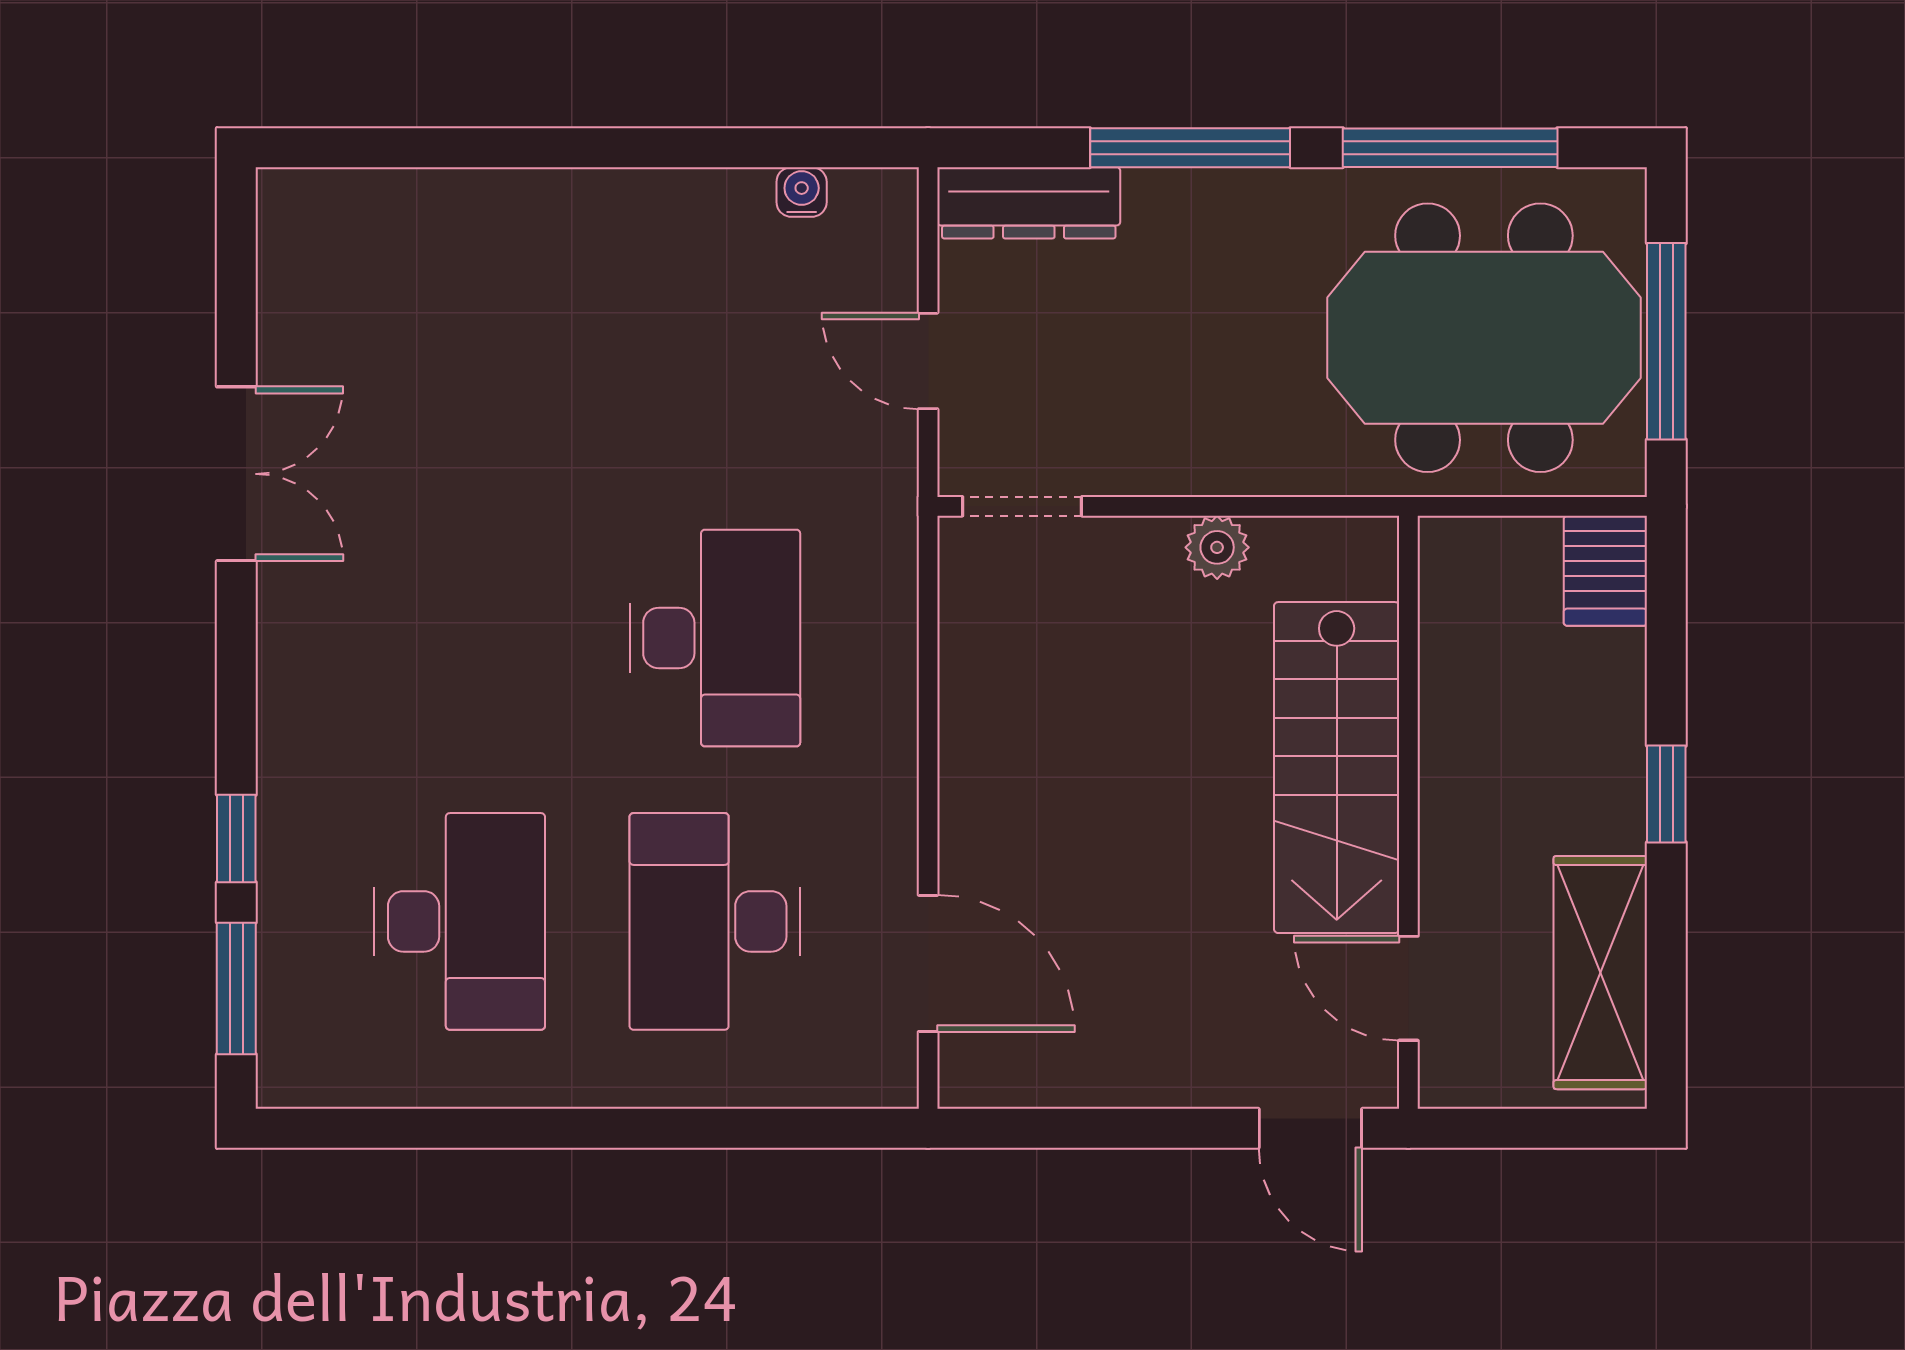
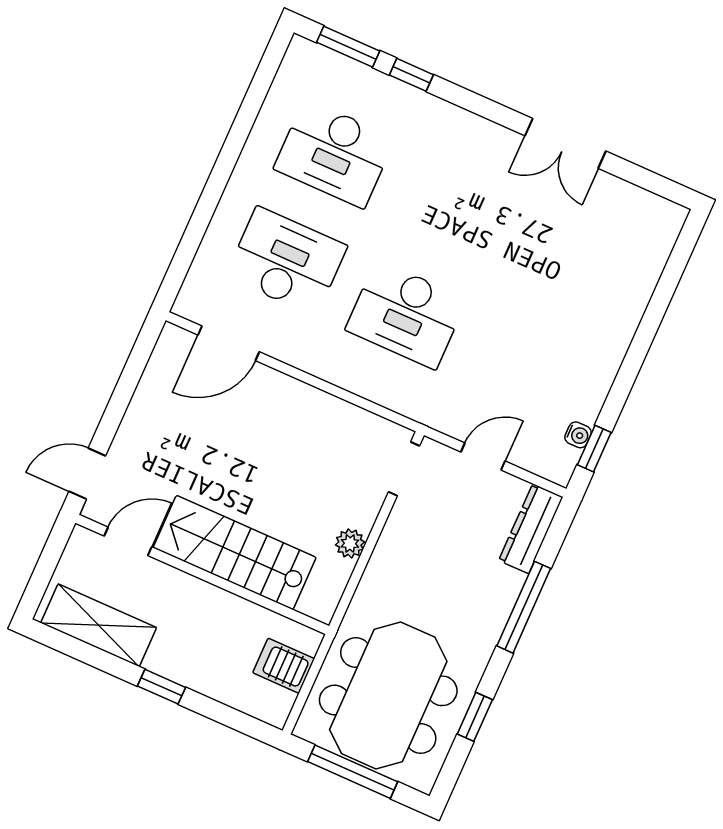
window: (815, 148) -> (594, 449), added
window: (1450, 148) -> (475, 717), width x0.46
server rack: (1605, 571) -> (284, 666), moved

